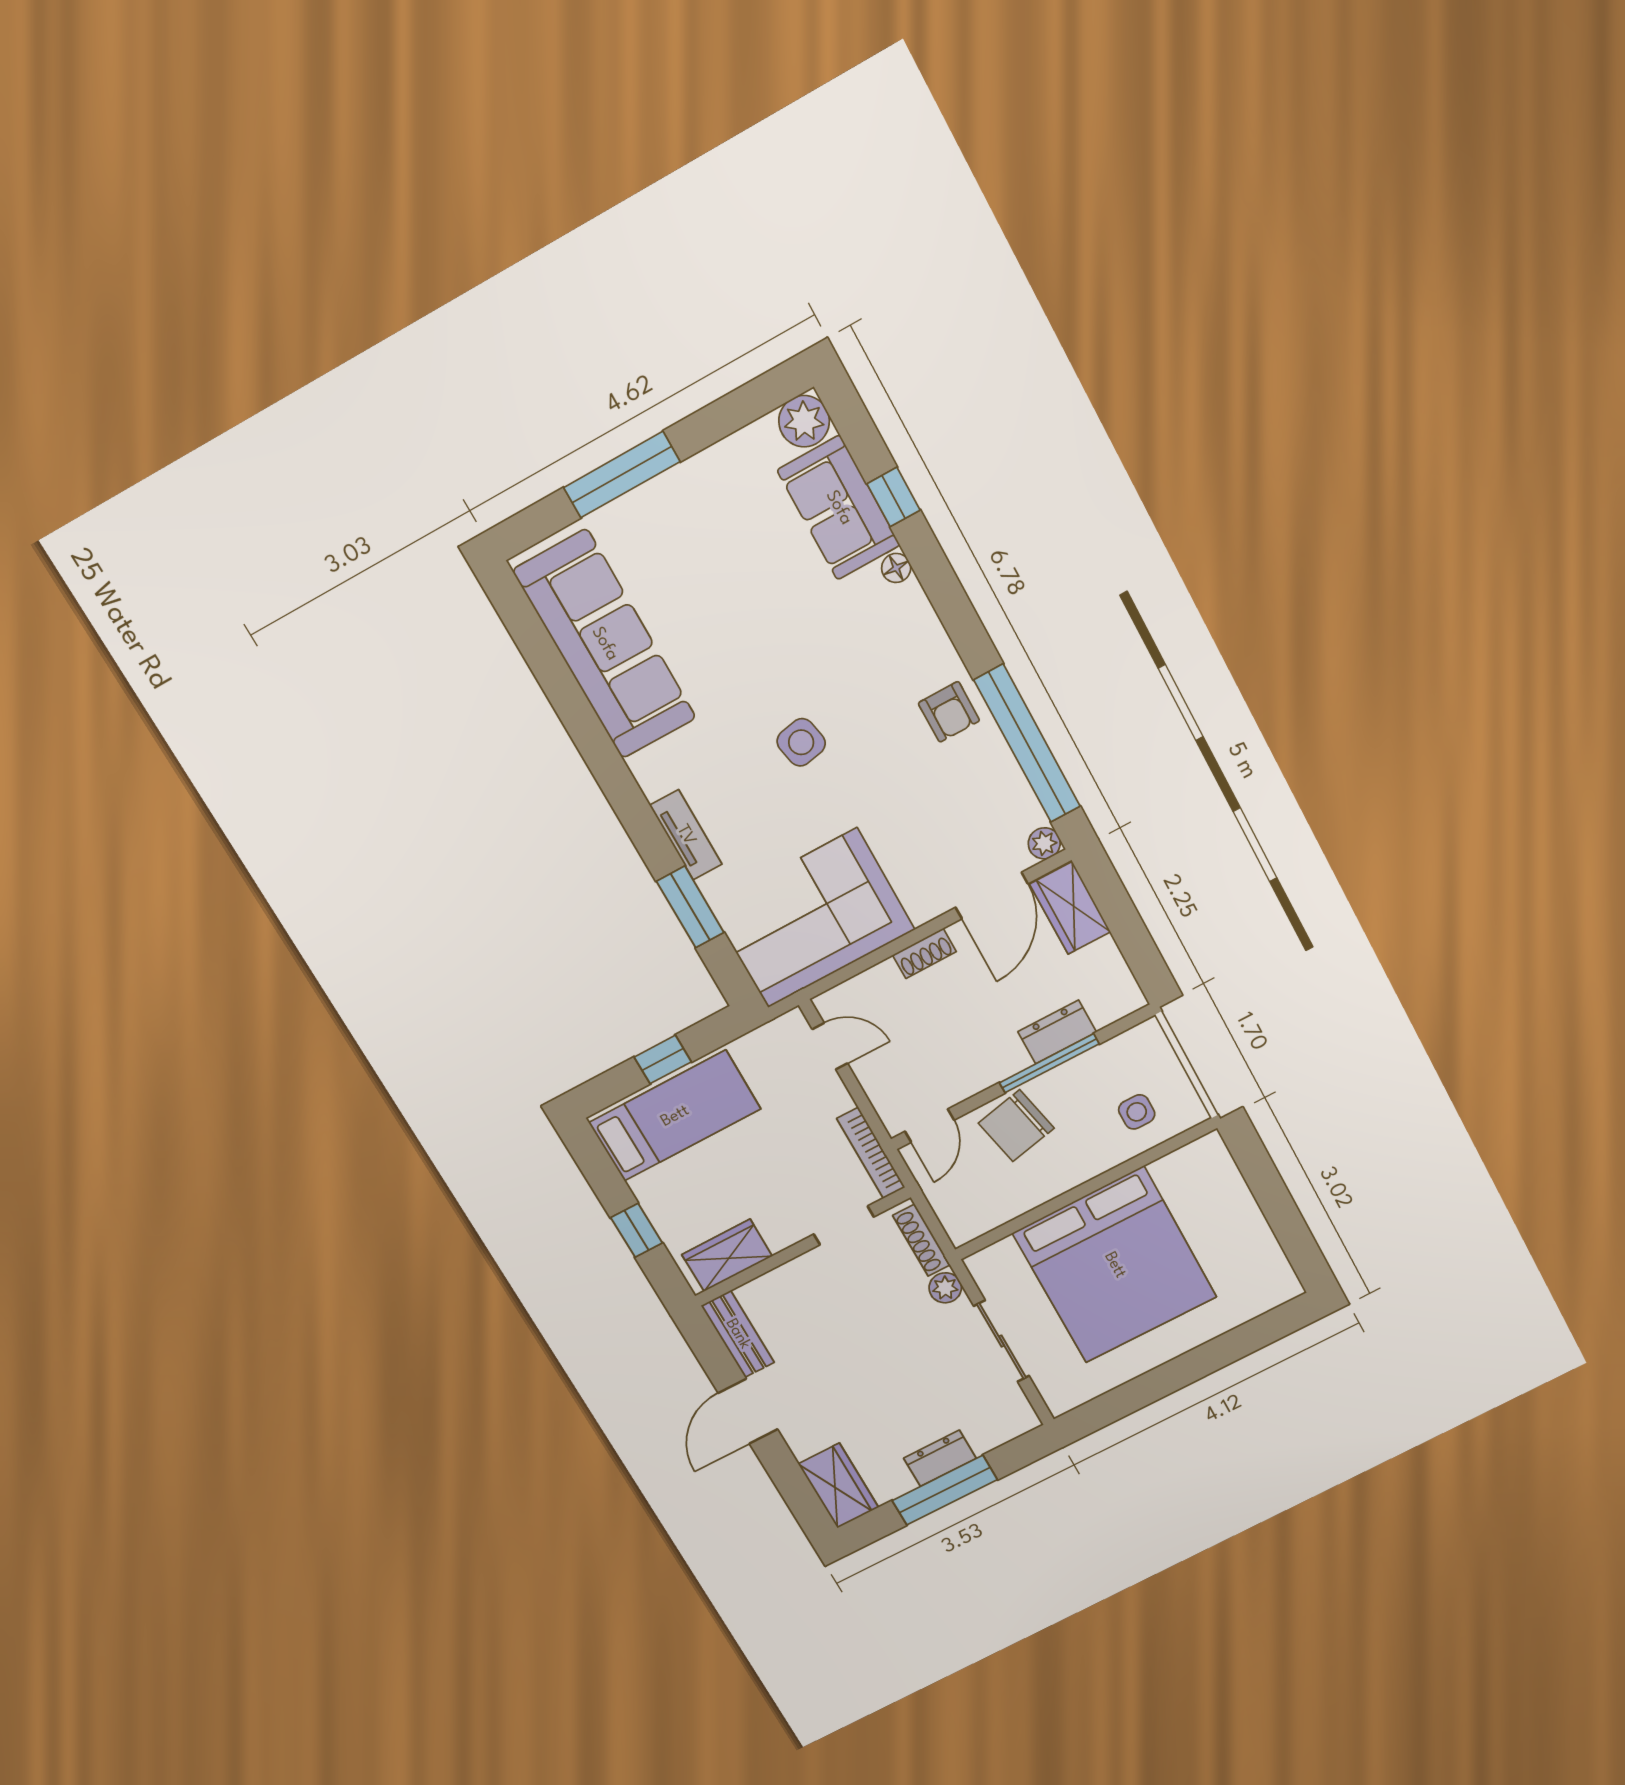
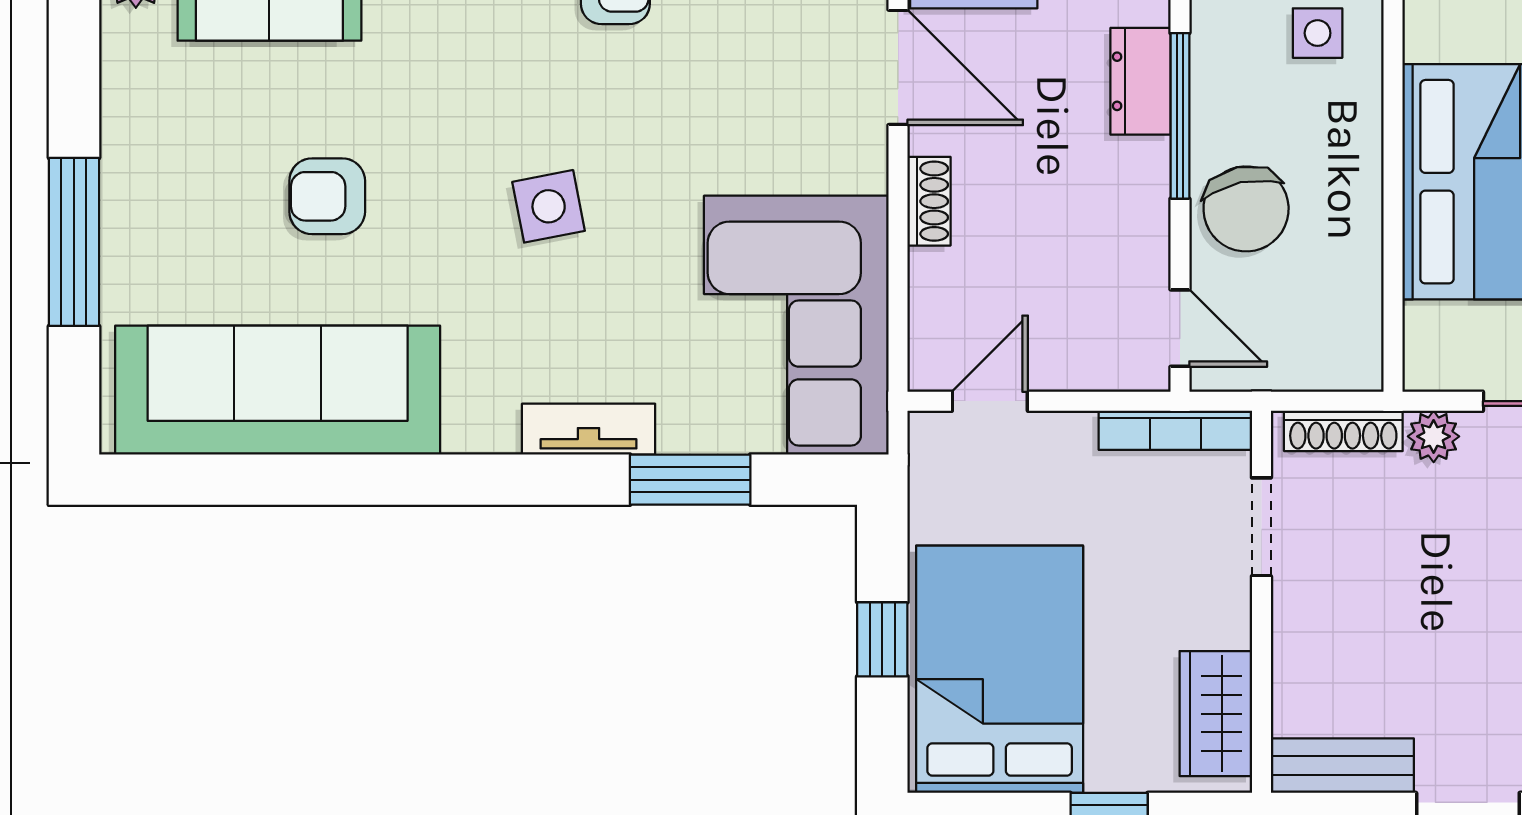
armchair: (734, 611) -> (327, 196), added
bed: (675, 1116) -> (1000, 669), width x1.50

